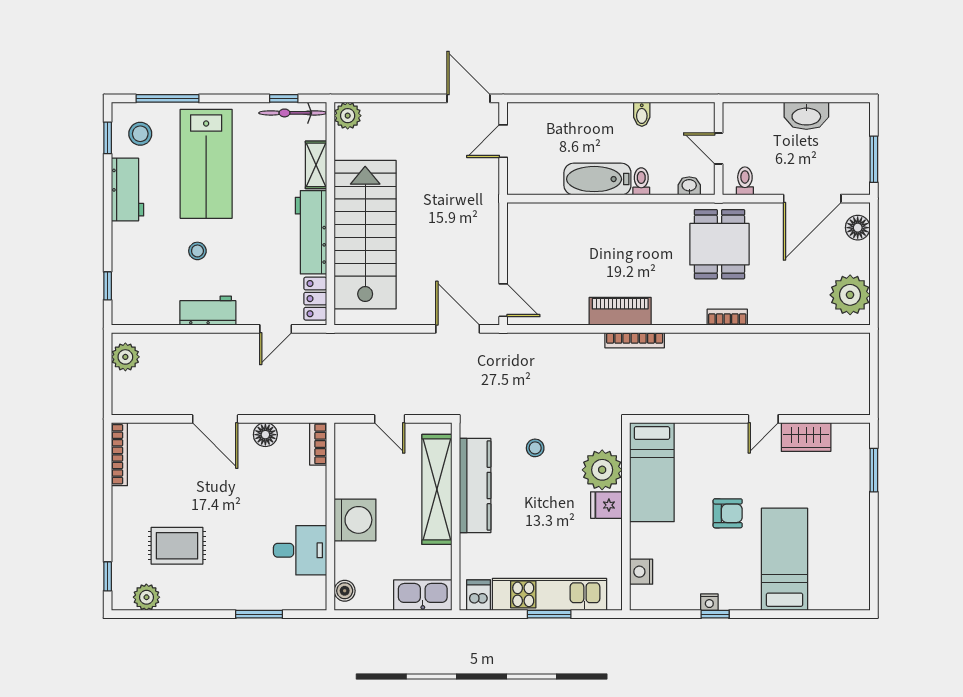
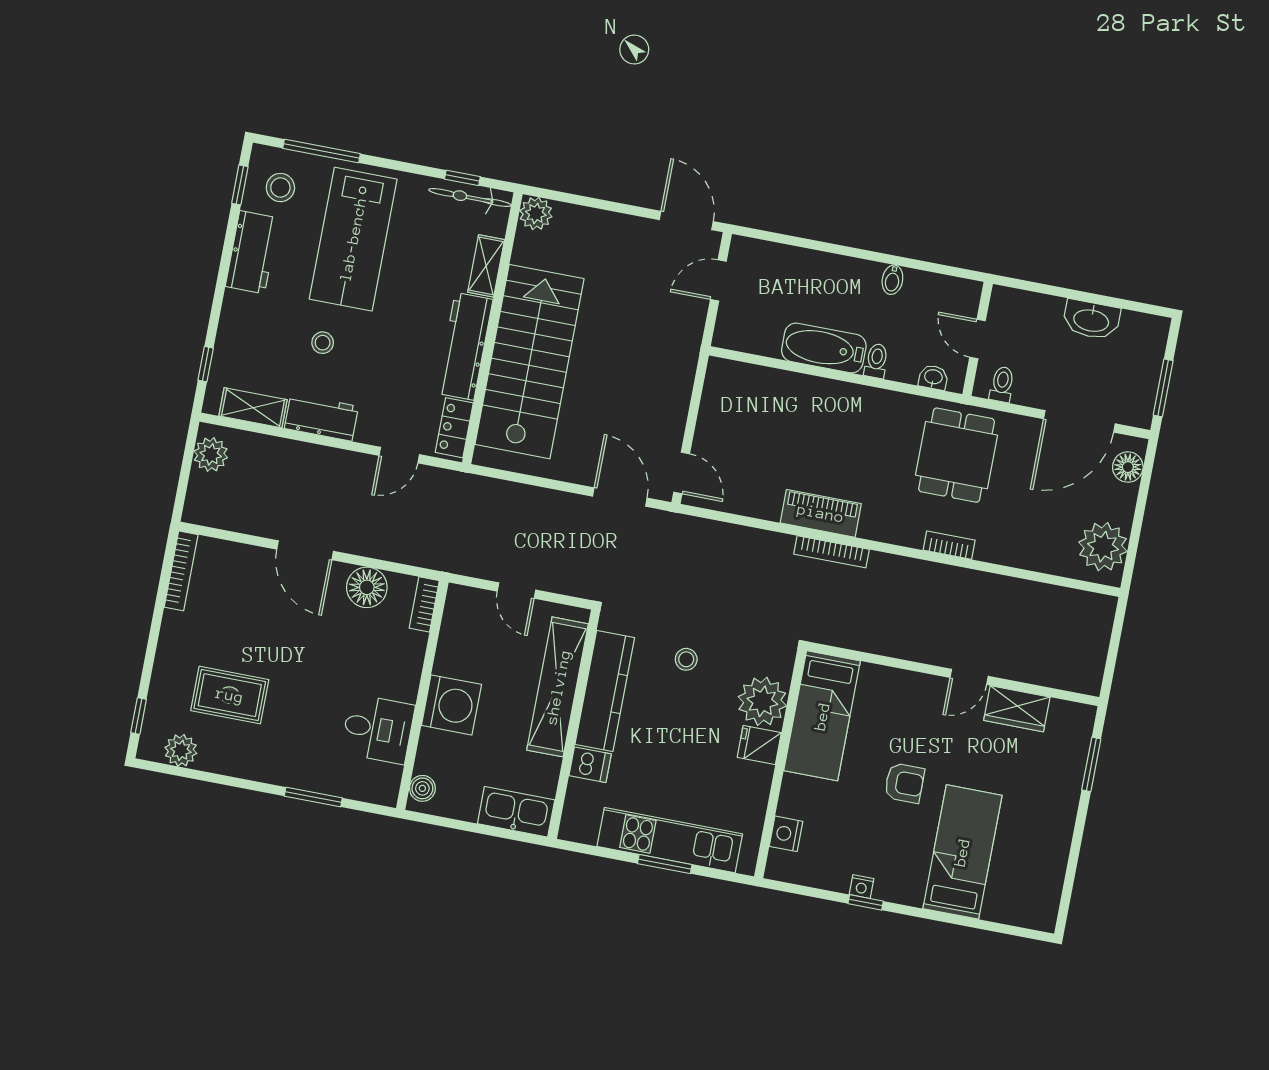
shelving: (152, 313) -> (253, 408), added
floor lamp: (265, 435) -> (367, 587), width x1.38, depth x1.38
dishwasher: (479, 595) -> (590, 765), moved, turned 90

